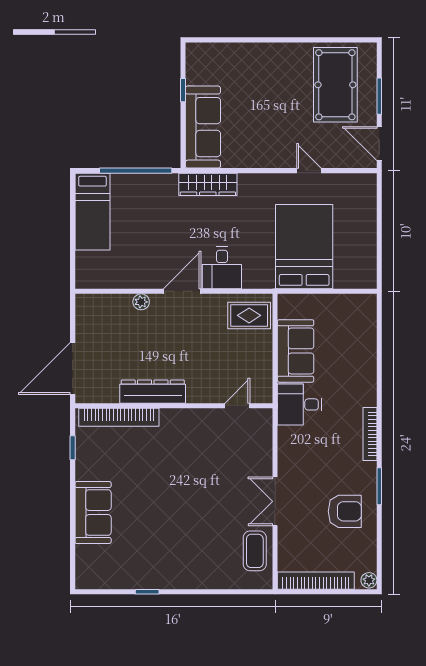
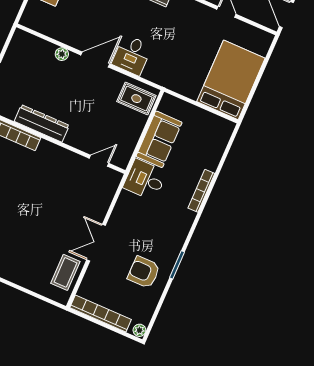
bed: (304, 247) -> (231, 80), moved
bookcase: (370, 434) -> (201, 191), moved
armchair: (345, 511) -> (144, 272), turned 180

